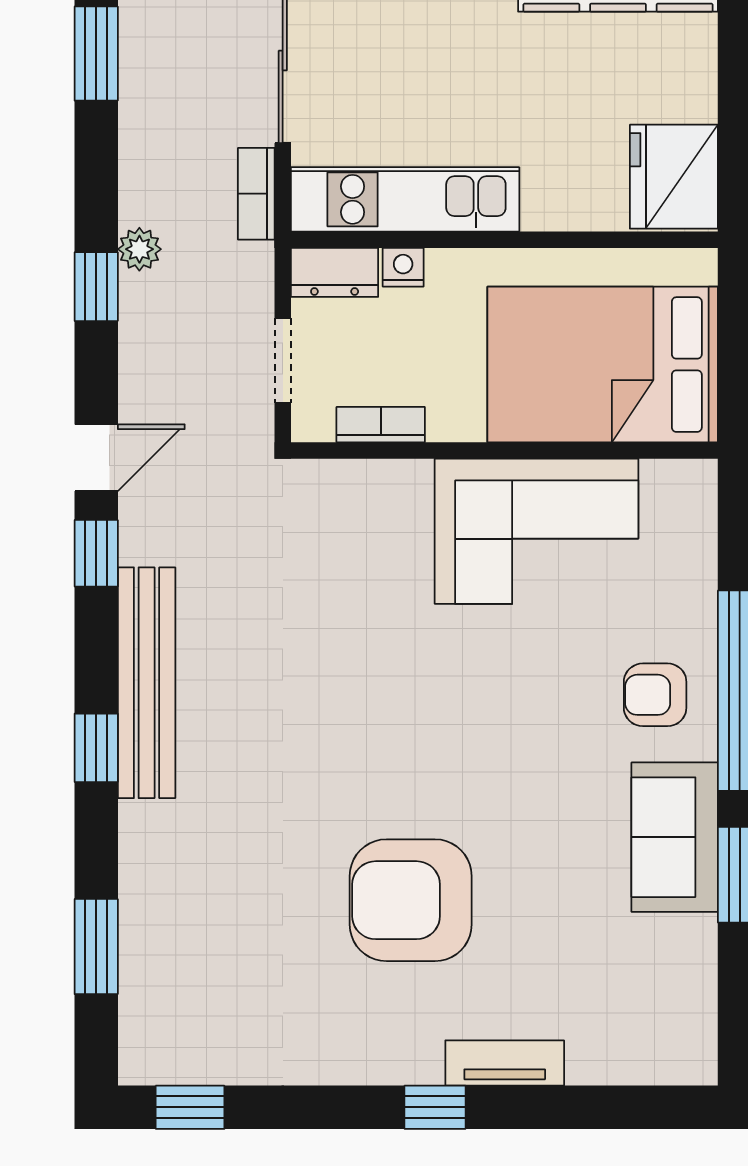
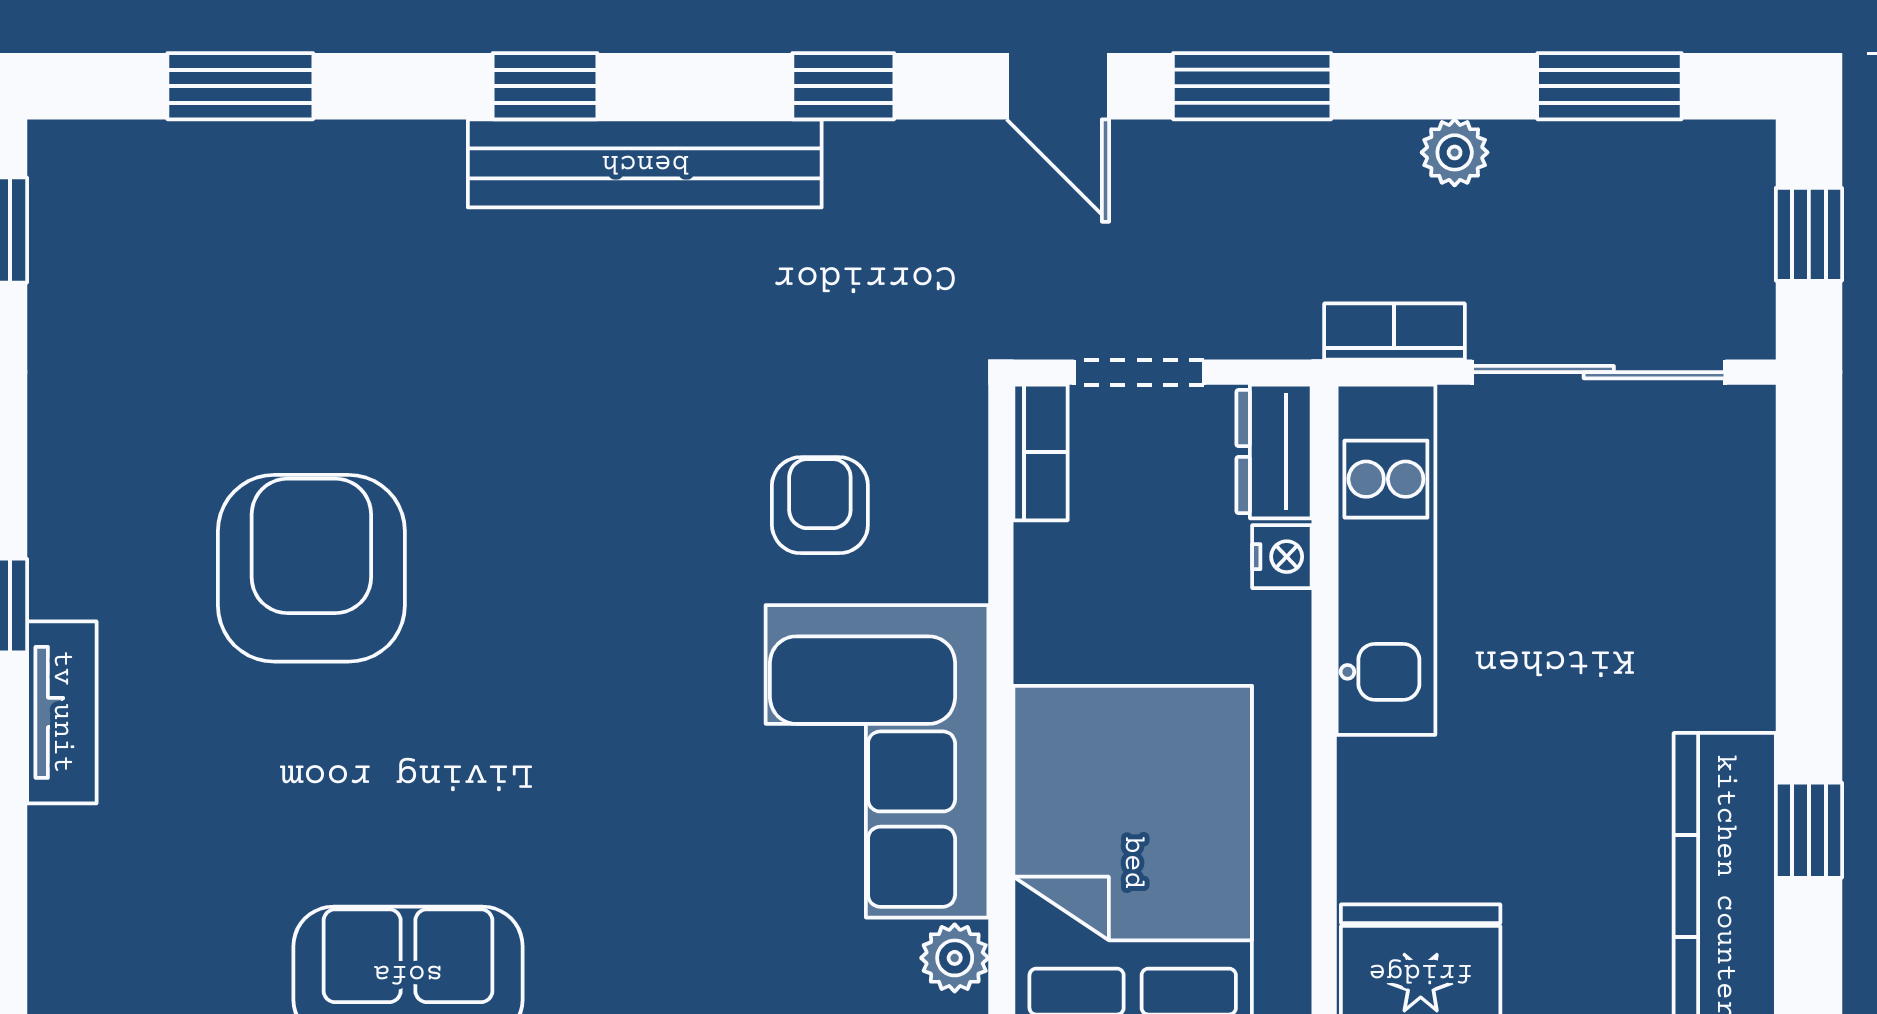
plant: (139, 249) -> (1455, 152), moved
window: (96, 287) -> (1252, 86), width x1.50
bookcase: (381, 425) -> (1040, 452), moved
door: (96, 458) -> (1058, 86), moved
plant: (665, 481) -> (955, 958), added
armchair: (655, 695) -> (820, 505), moved

